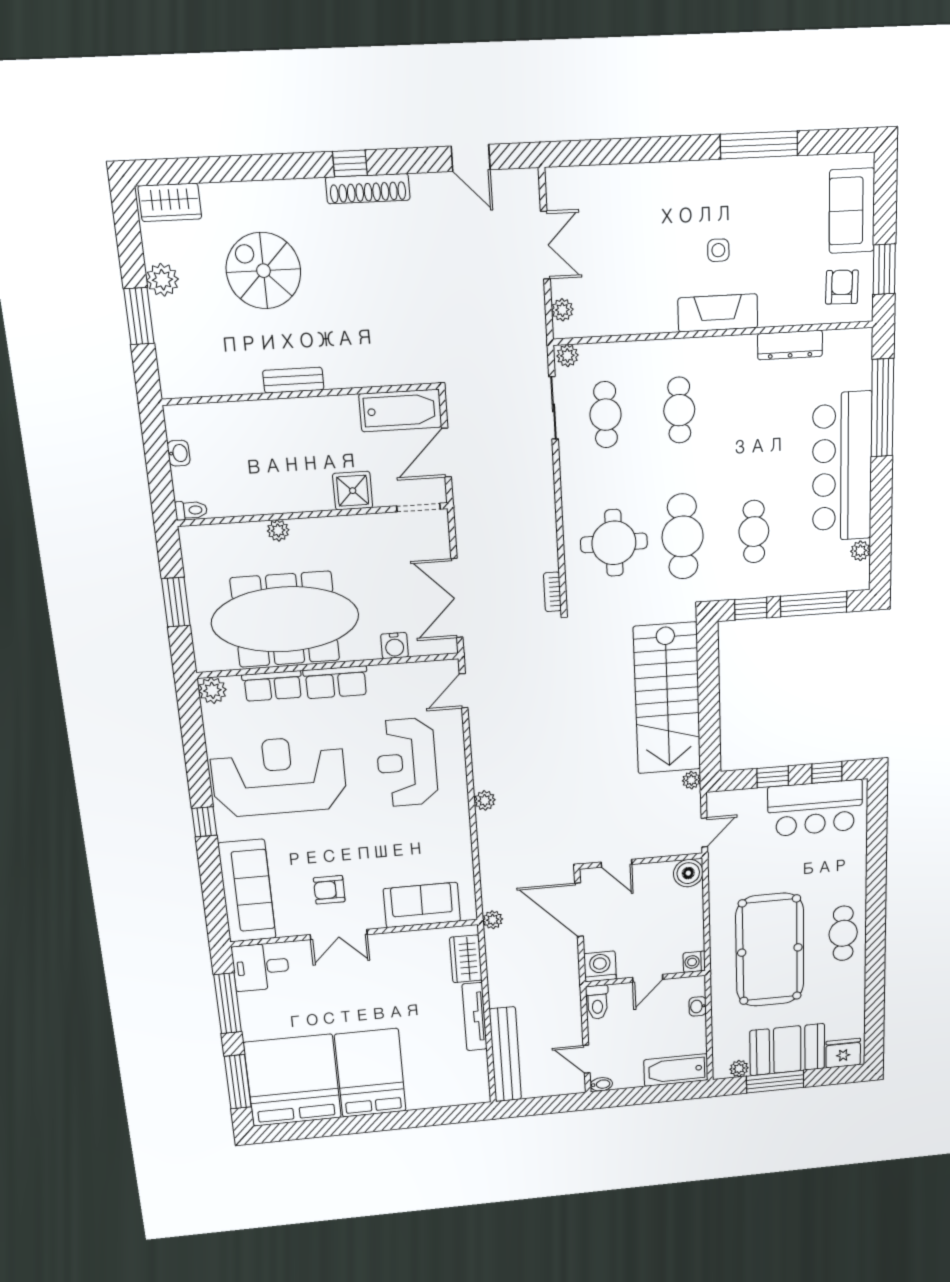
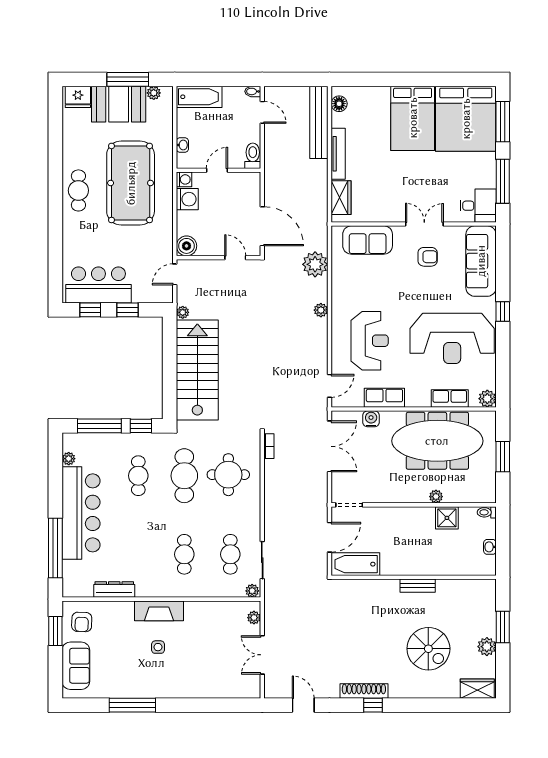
shower: (353, 491) -> (447, 518), moved
row of seats: (336, 682) -> (384, 398), moved
plant: (493, 920) -> (315, 264), moved, width x1.88, depth x1.88
washing machine: (600, 966) -> (187, 199), moved, turned -90
floor lamp: (478, 1081) -> (339, 104), added

